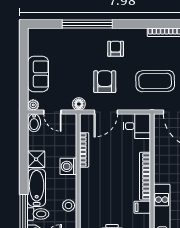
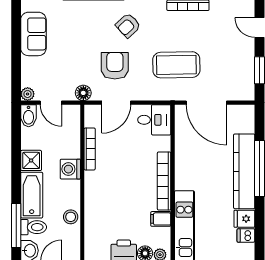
armchair: (116, 49) -> (128, 25), turned -133
sofa: (38, 74) -> (33, 34), moved

